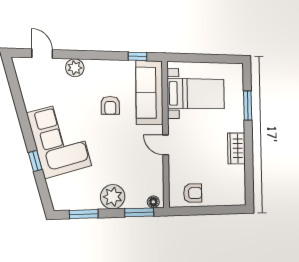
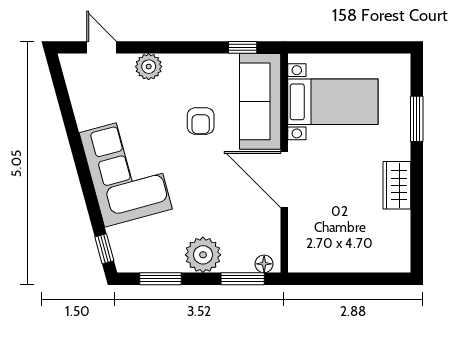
door: (166, 145) -> (284, 179), width x1.87
window: (35, 161) -> (104, 249), moved
armchair: (193, 193) -> (325, 252), removed

